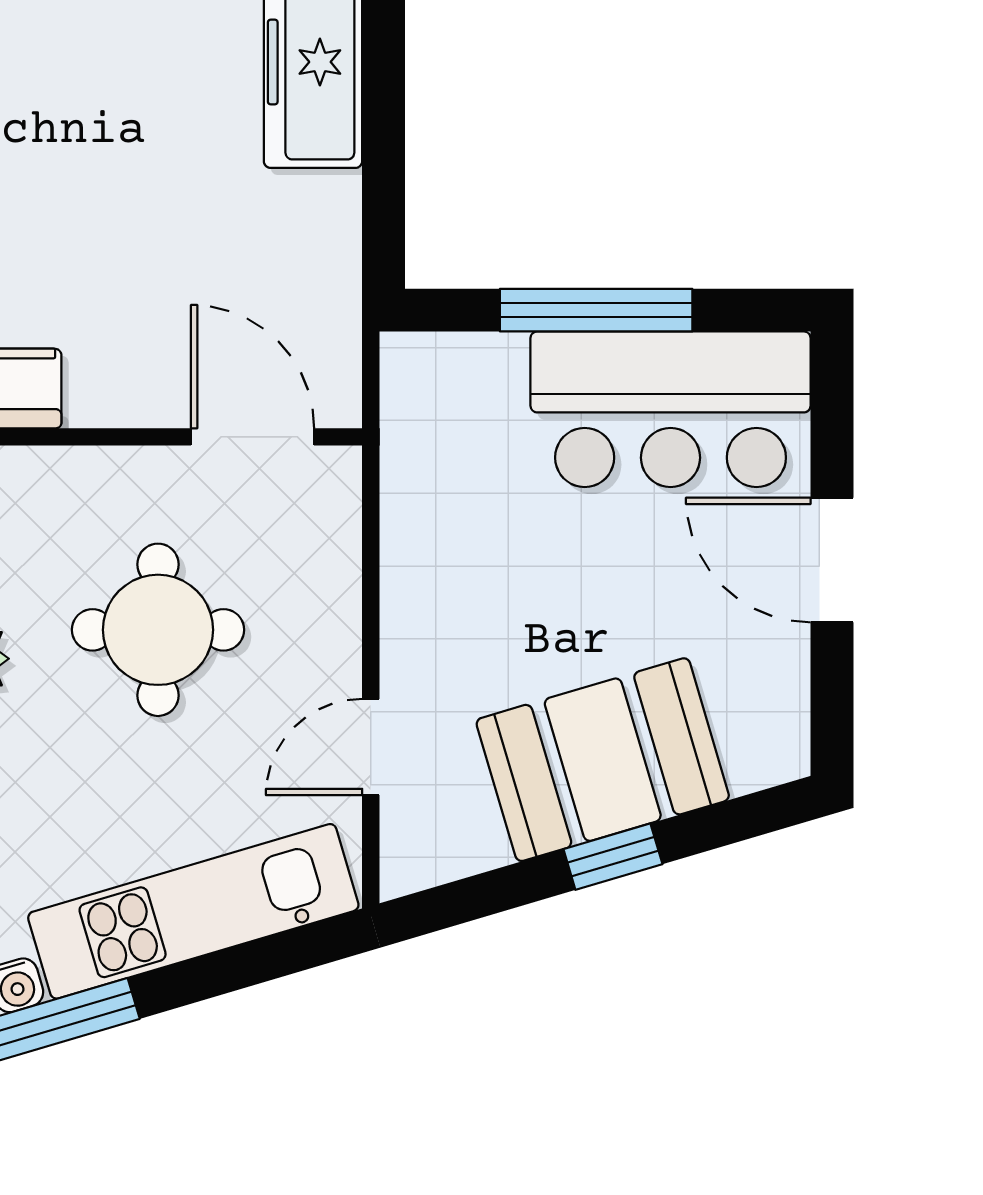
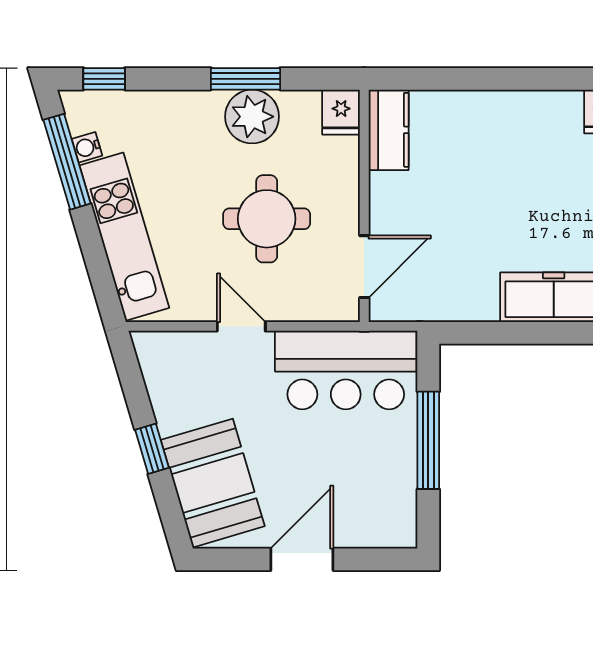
bar counter: (671, 409) -> (346, 370), moved, turned -90
door: (371, 747) -> (241, 326), moved
booth: (603, 760) -> (213, 483), moved

